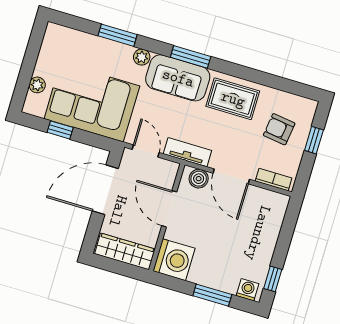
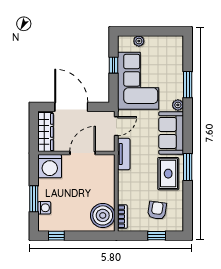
window: (191, 57) -> (188, 167), moved
door: (231, 176) -> (116, 188), removed
boiler: (199, 179) -> (103, 215), moved, width x1.86, depth x1.86
door: (105, 190) -> (71, 107), moved
washing machine: (247, 290) -> (44, 208), moved

